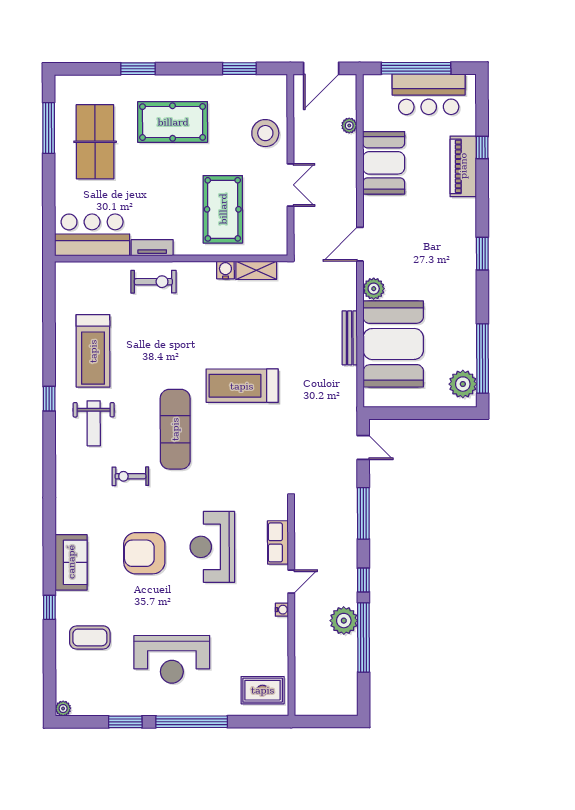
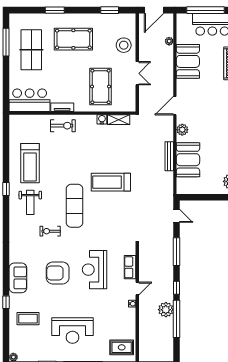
booth: (393, 344) -> (188, 160), width x0.73, depth x0.70

